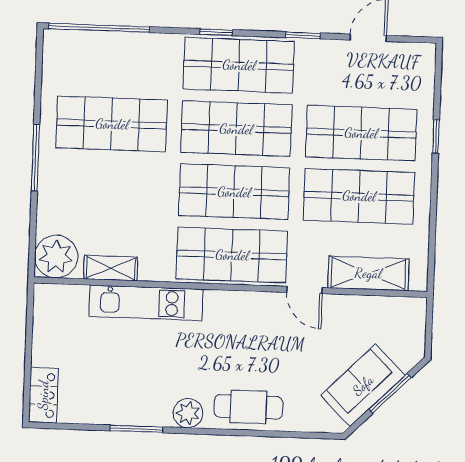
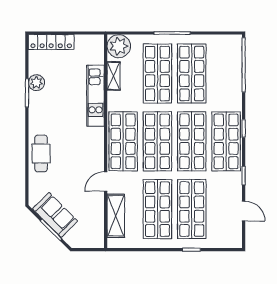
shop shelf: (109, 187) -> (157, 74), added
locker: (43, 395) -> (51, 42), width x1.53
plant: (188, 413) -> (36, 83), moved

